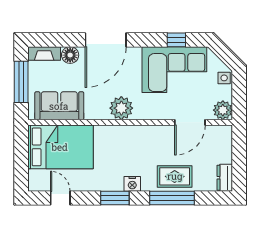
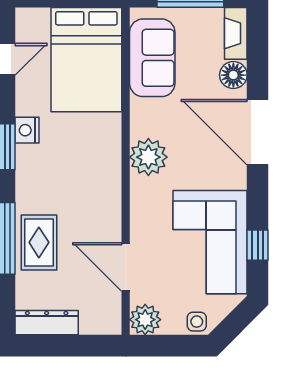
dresser: (225, 178) -> (47, 323), width x1.44
nightstand: (132, 184) -> (27, 130), moved

